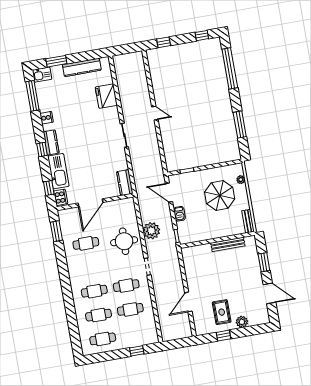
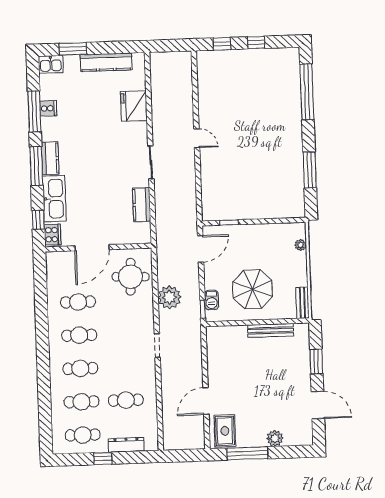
window: (202, 36) -> (256, 43), moved
window: (32, 96) -> (34, 111), moved
cooker: (47, 118) -> (48, 108), moved
window: (42, 149) -> (36, 166), width x2.17
kitchen counter: (125, 183) -> (142, 205), moved
door: (169, 193) -> (201, 249), swing flipped
parasol: (220, 196) -> (252, 289), moved
barbecue: (179, 214) -> (212, 300), moved
window: (56, 231) -> (40, 280), removed
round table: (124, 241) -> (131, 277), moved
cafe table: (126, 286) -> (79, 335), moved
rug: (222, 312) -> (225, 431), moved
window: (224, 336) -> (247, 453), width x2.17
dresser: (135, 342) -> (126, 445), added
window: (137, 351) -> (103, 458), moved

